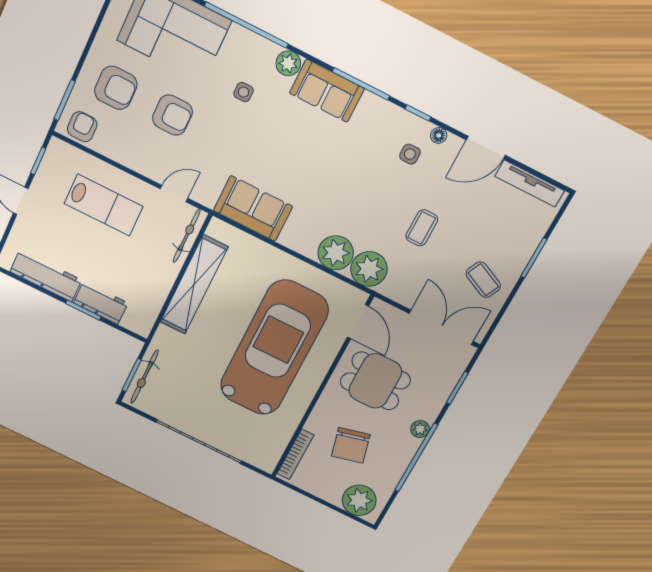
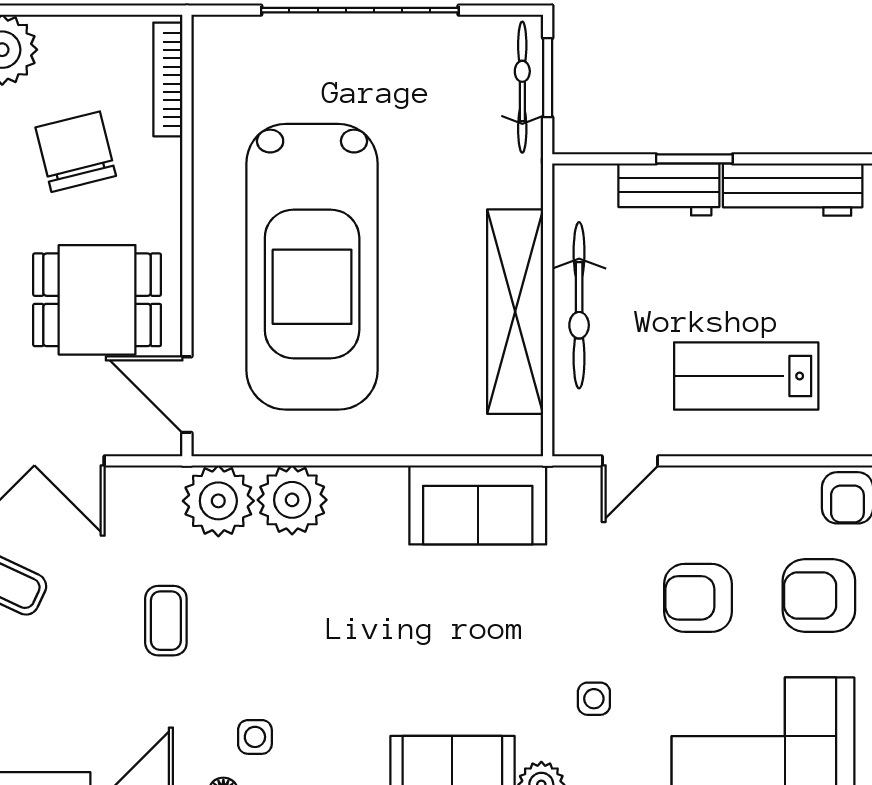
bicycle: (187, 236) -> (579, 305), moved, width x1.37, depth x1.40

